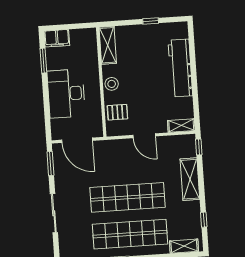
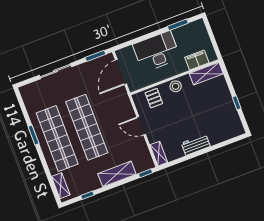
filing cabinet: (57, 38) -> (197, 60), moved, turned 90
workbench: (180, 68) -> (196, 145), width x0.53, depth x0.76
door: (144, 136) -> (141, 126), hinge flipped

